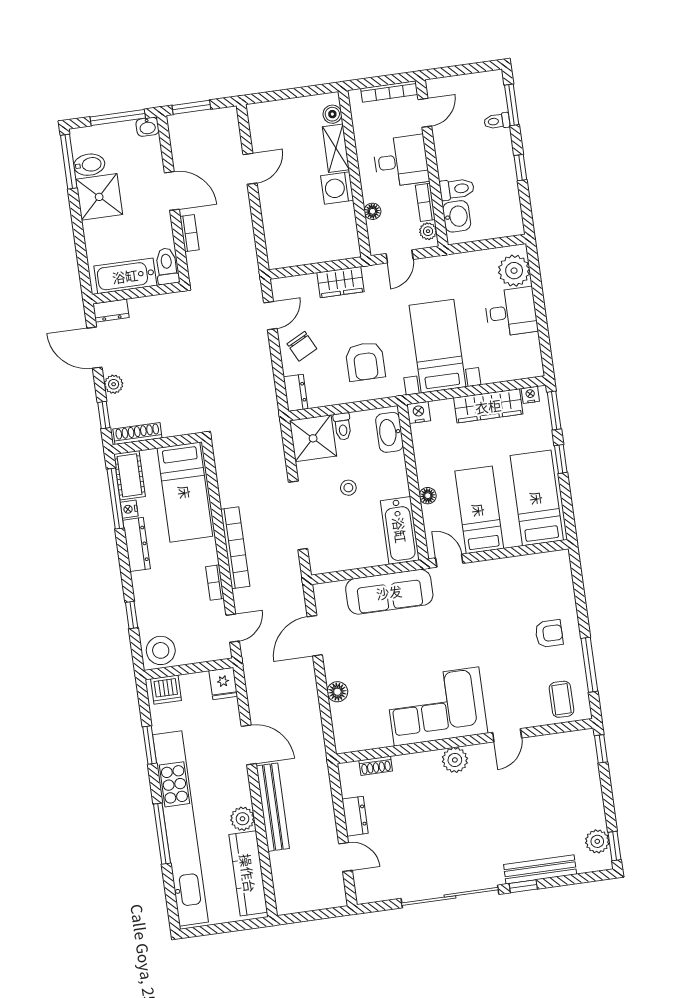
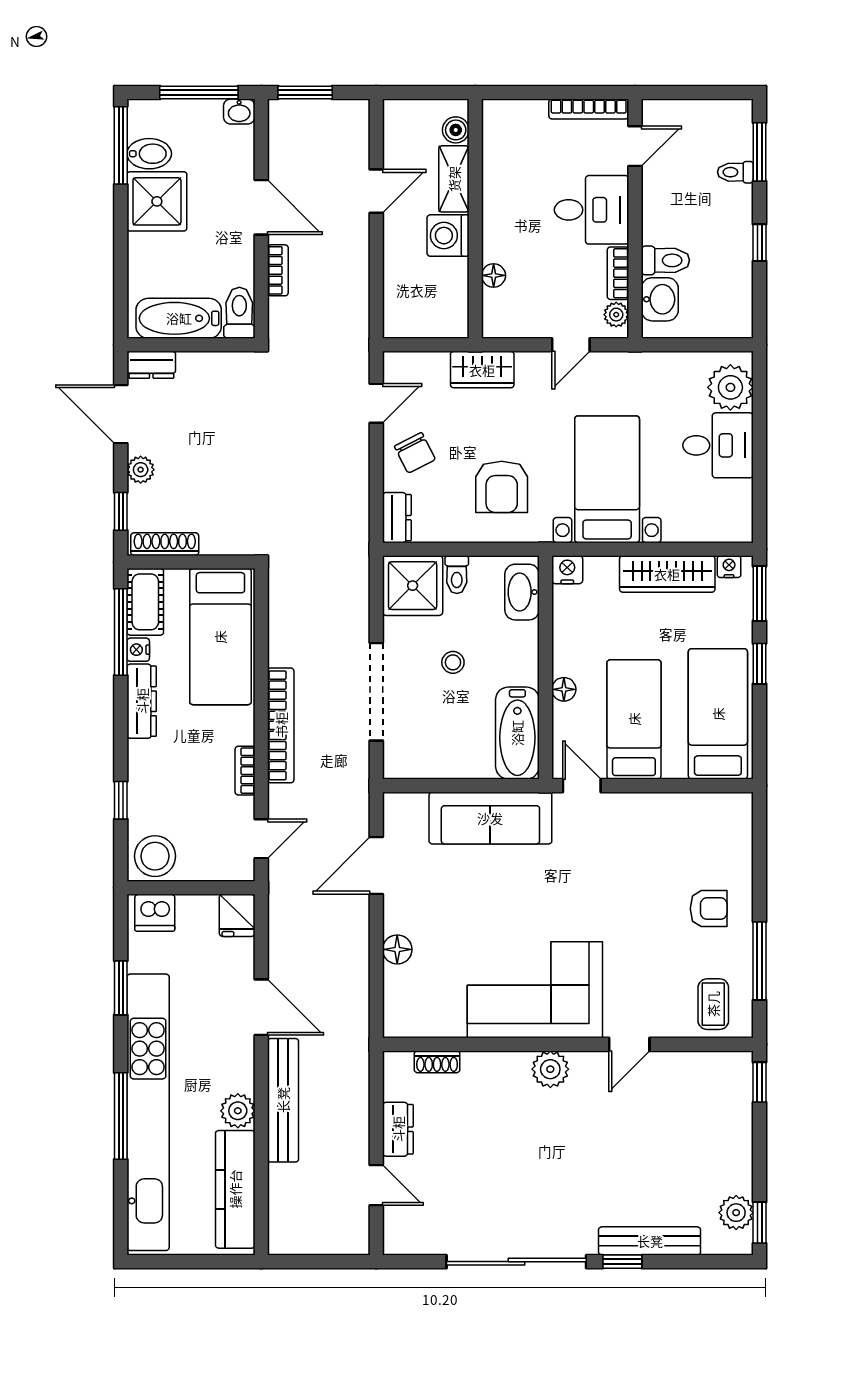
boiler: (332, 114) -> (456, 130), moved
shelving: (336, 148) -> (454, 179), moved
wall: (354, 174) -> (475, 219), moved
washing machine: (337, 188) -> (448, 236), moved
floor lamp: (372, 211) -> (494, 275), moved

